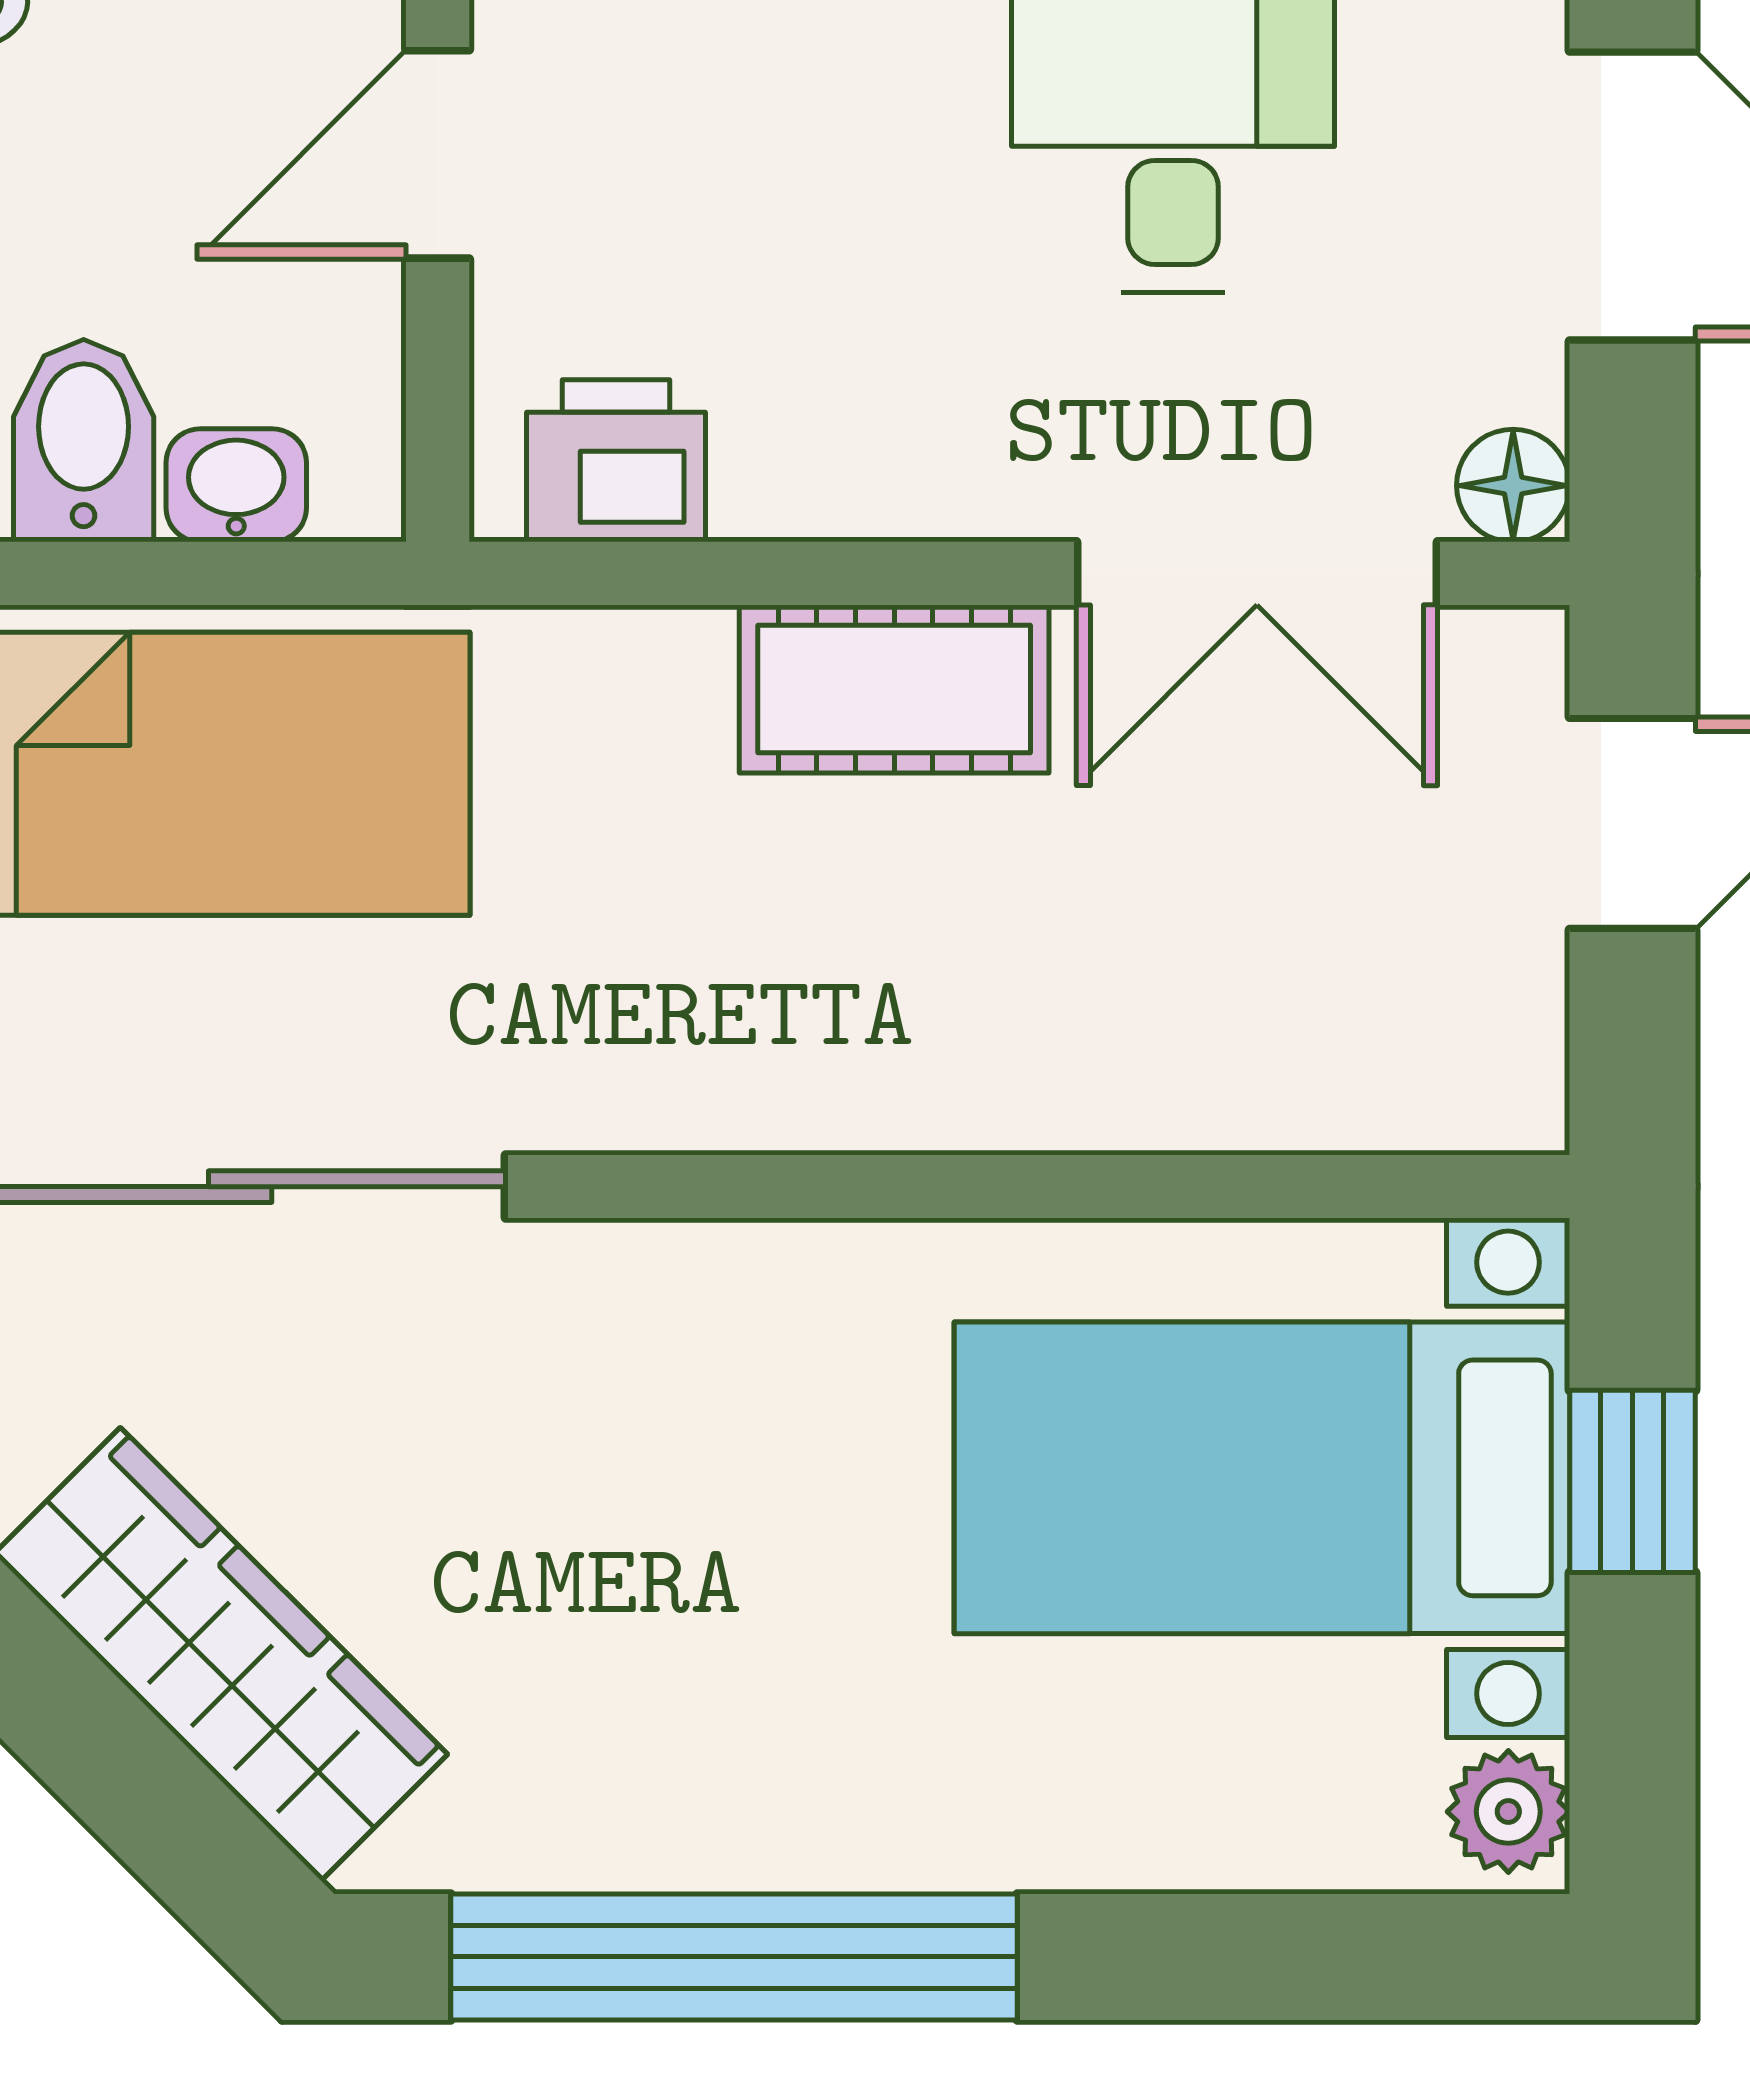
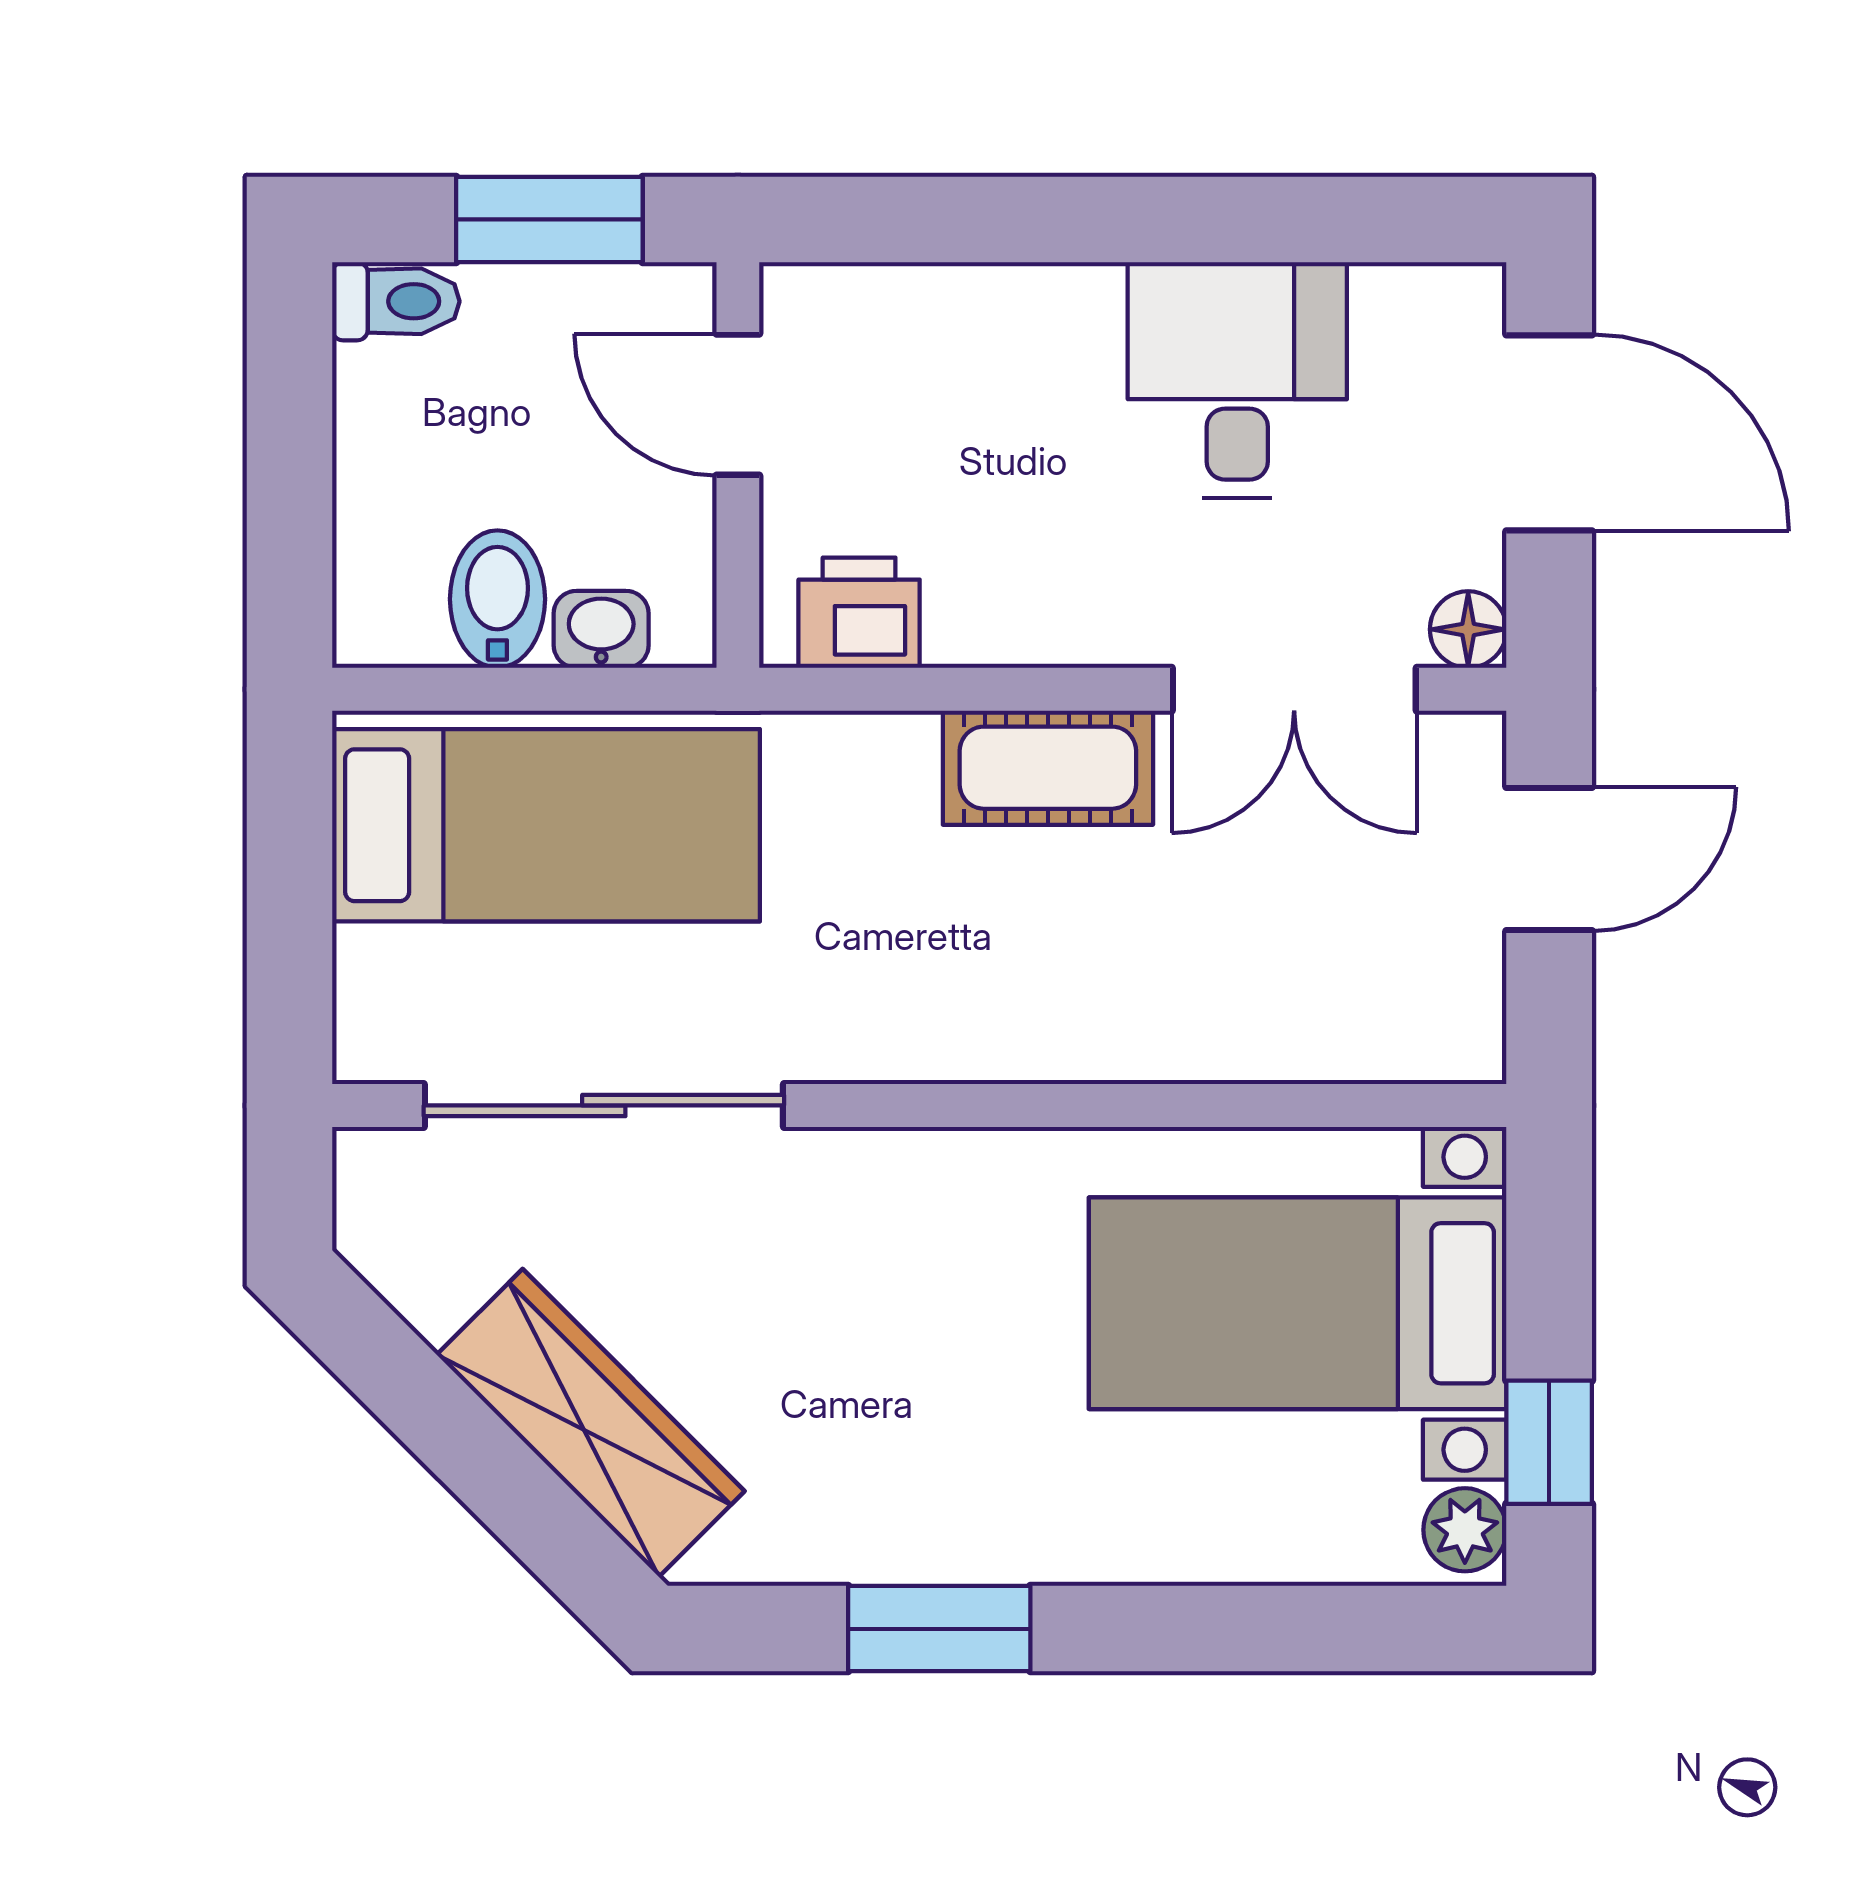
door: (438, 154) -> (738, 405), hinge flipped
window: (1632, 1481) -> (1549, 1442), moved
window: (734, 1957) -> (939, 1629), width x0.47

